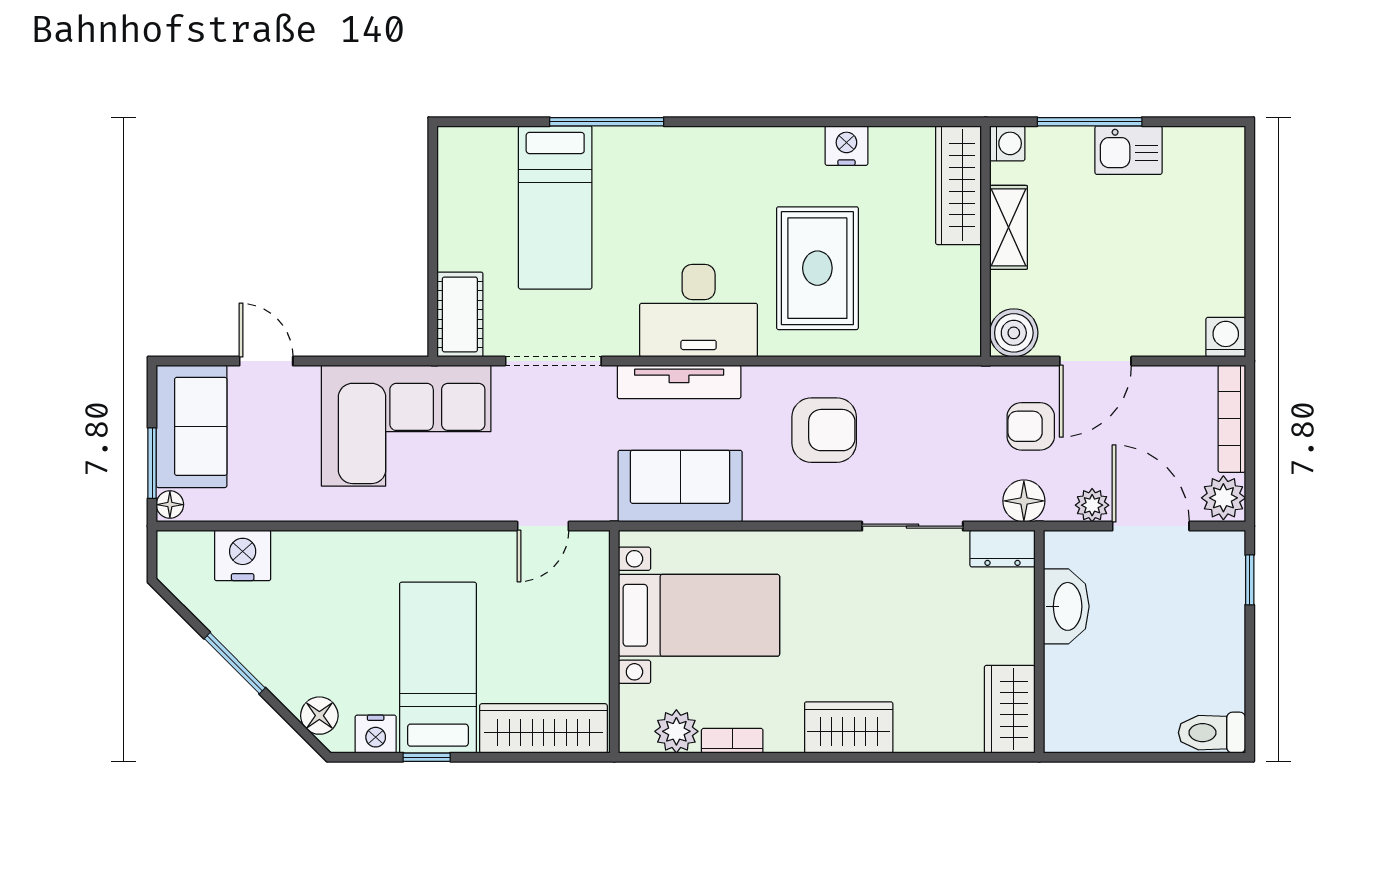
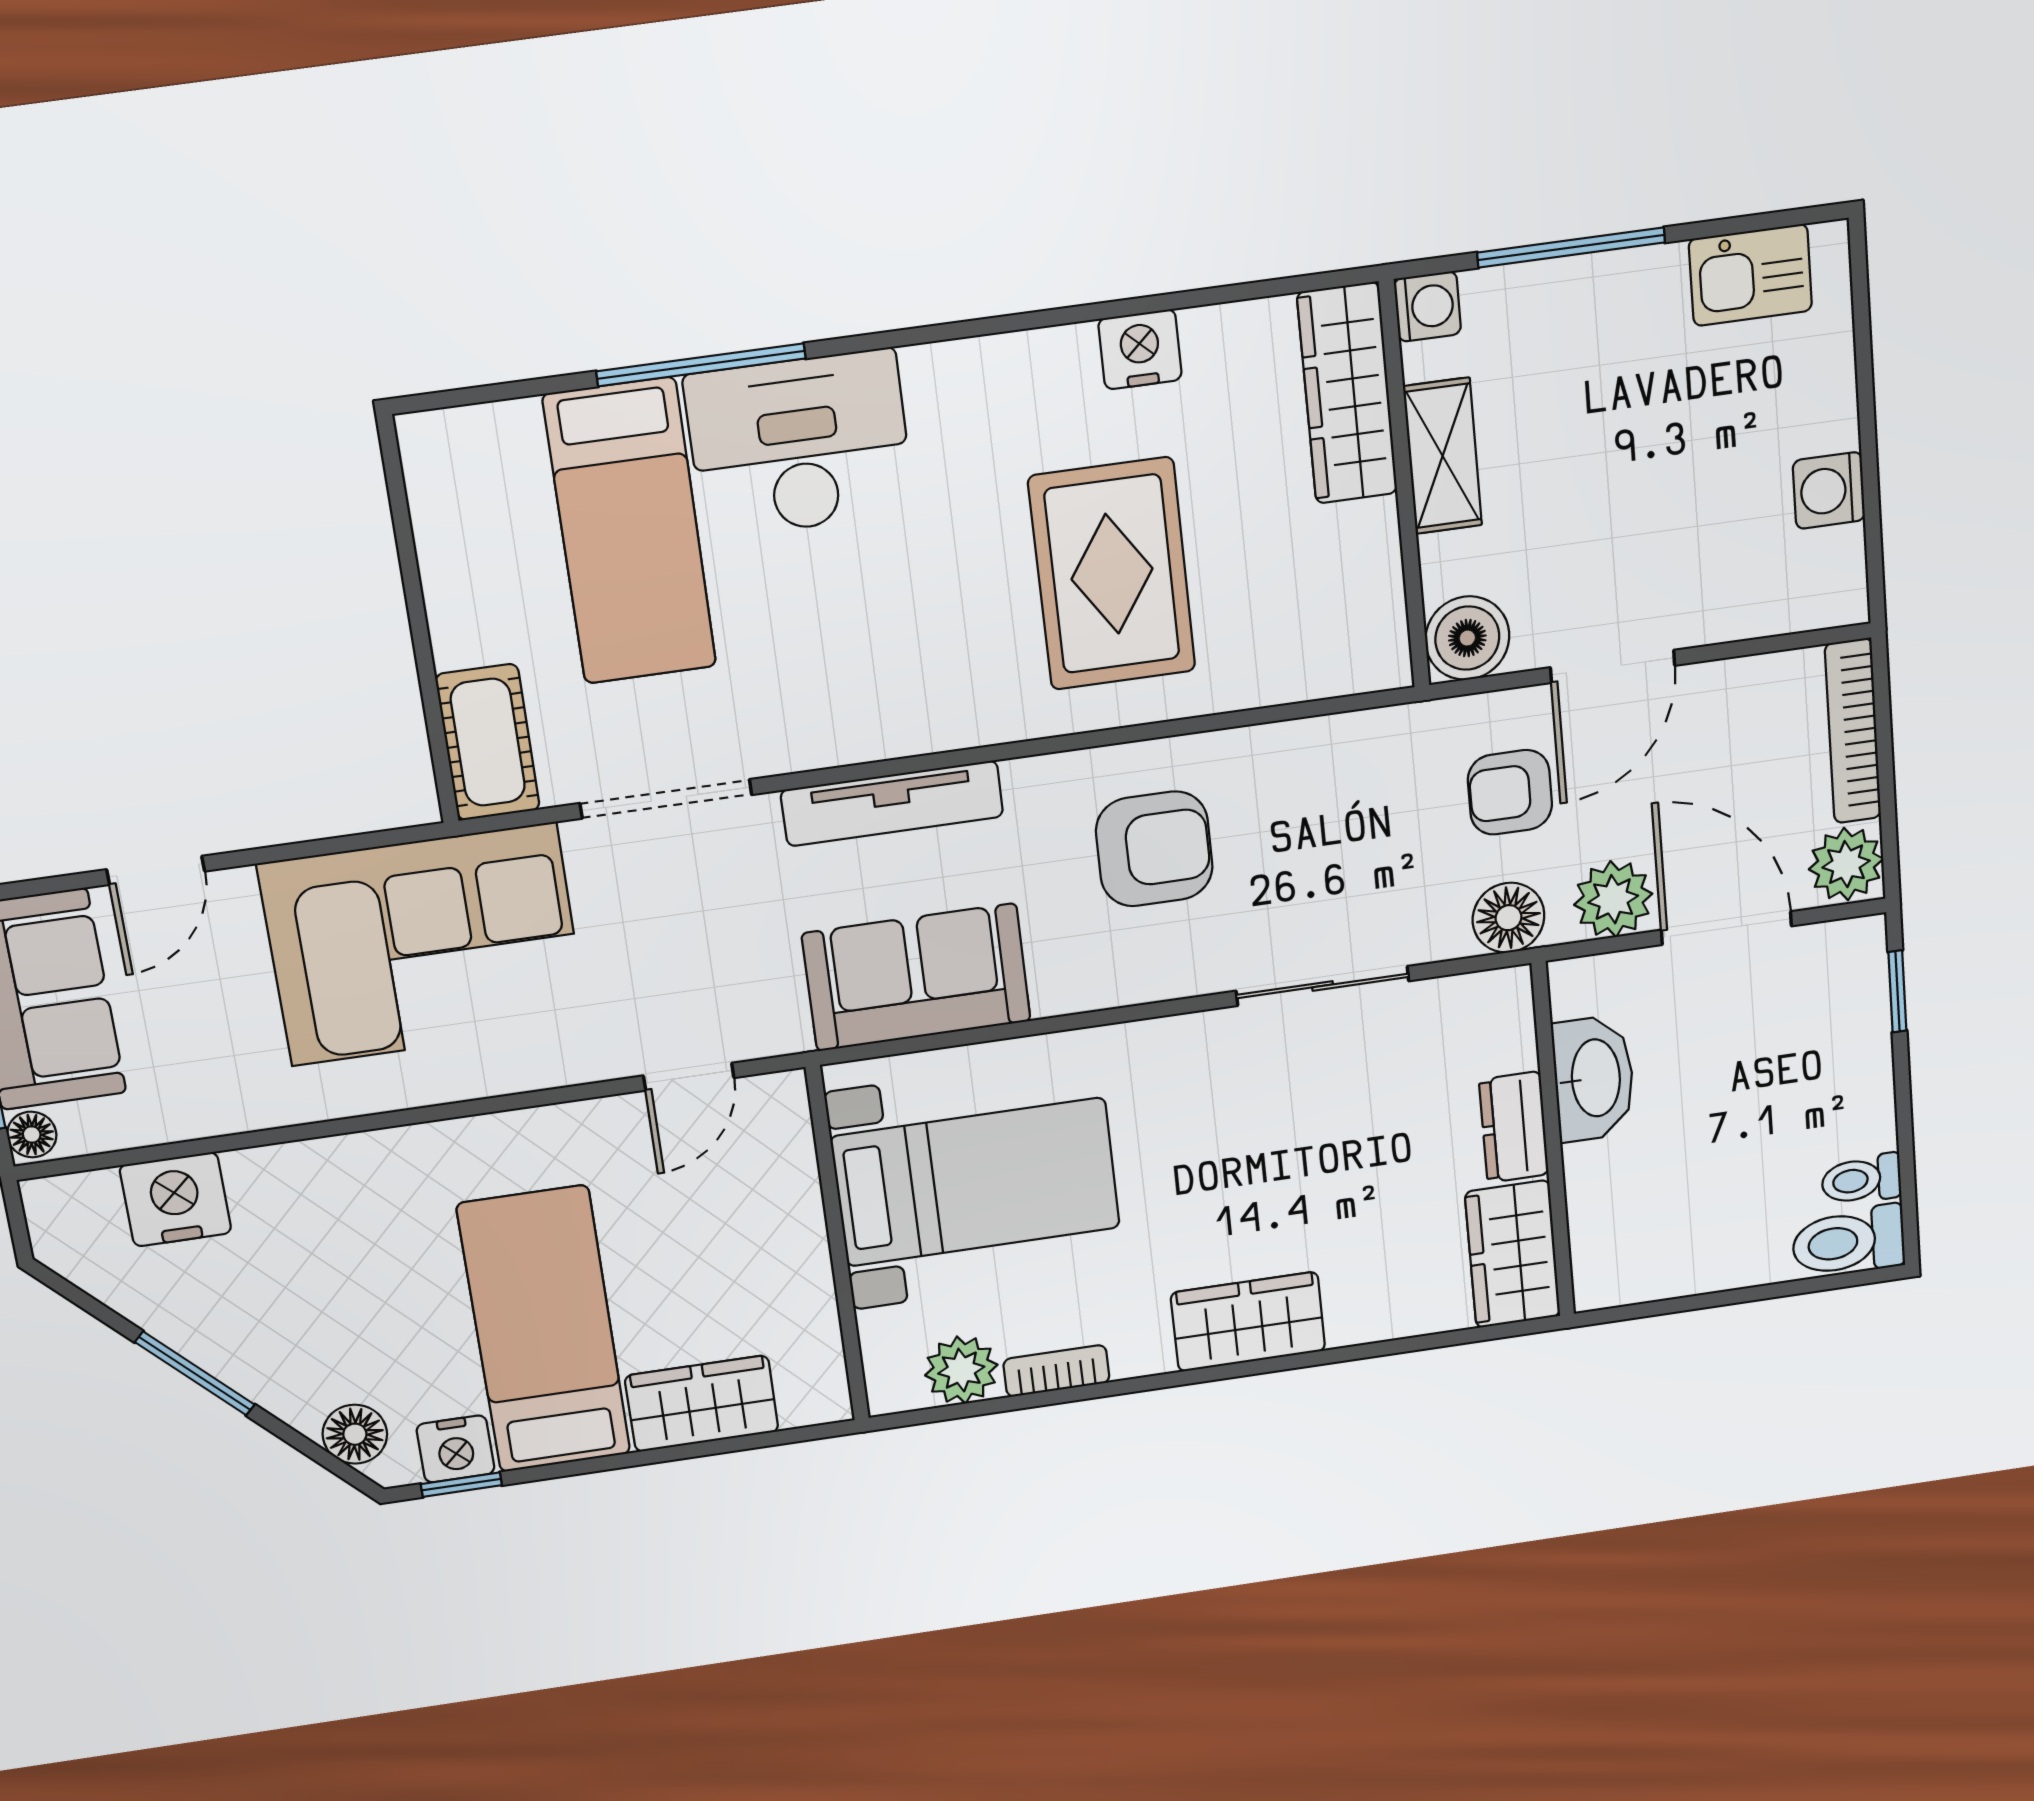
kitchen sink: (1129, 150) -> (1750, 275), moved
desk: (699, 311) -> (799, 444), moved, turned 180
washing machine: (1226, 337) -> (1829, 490), moved, turned -90
door: (266, 361) -> (156, 870), swing flipped
plant: (1092, 505) -> (1613, 899), width x1.38, depth x1.38
dresser: (1003, 549) -> (1514, 1127), moved, turned 90
toilet: (1222, 694) -> (1861, 1180), added
wardrobe: (543, 728) -> (702, 1404), width x0.67
window: (427, 757) -> (461, 1485), moved

